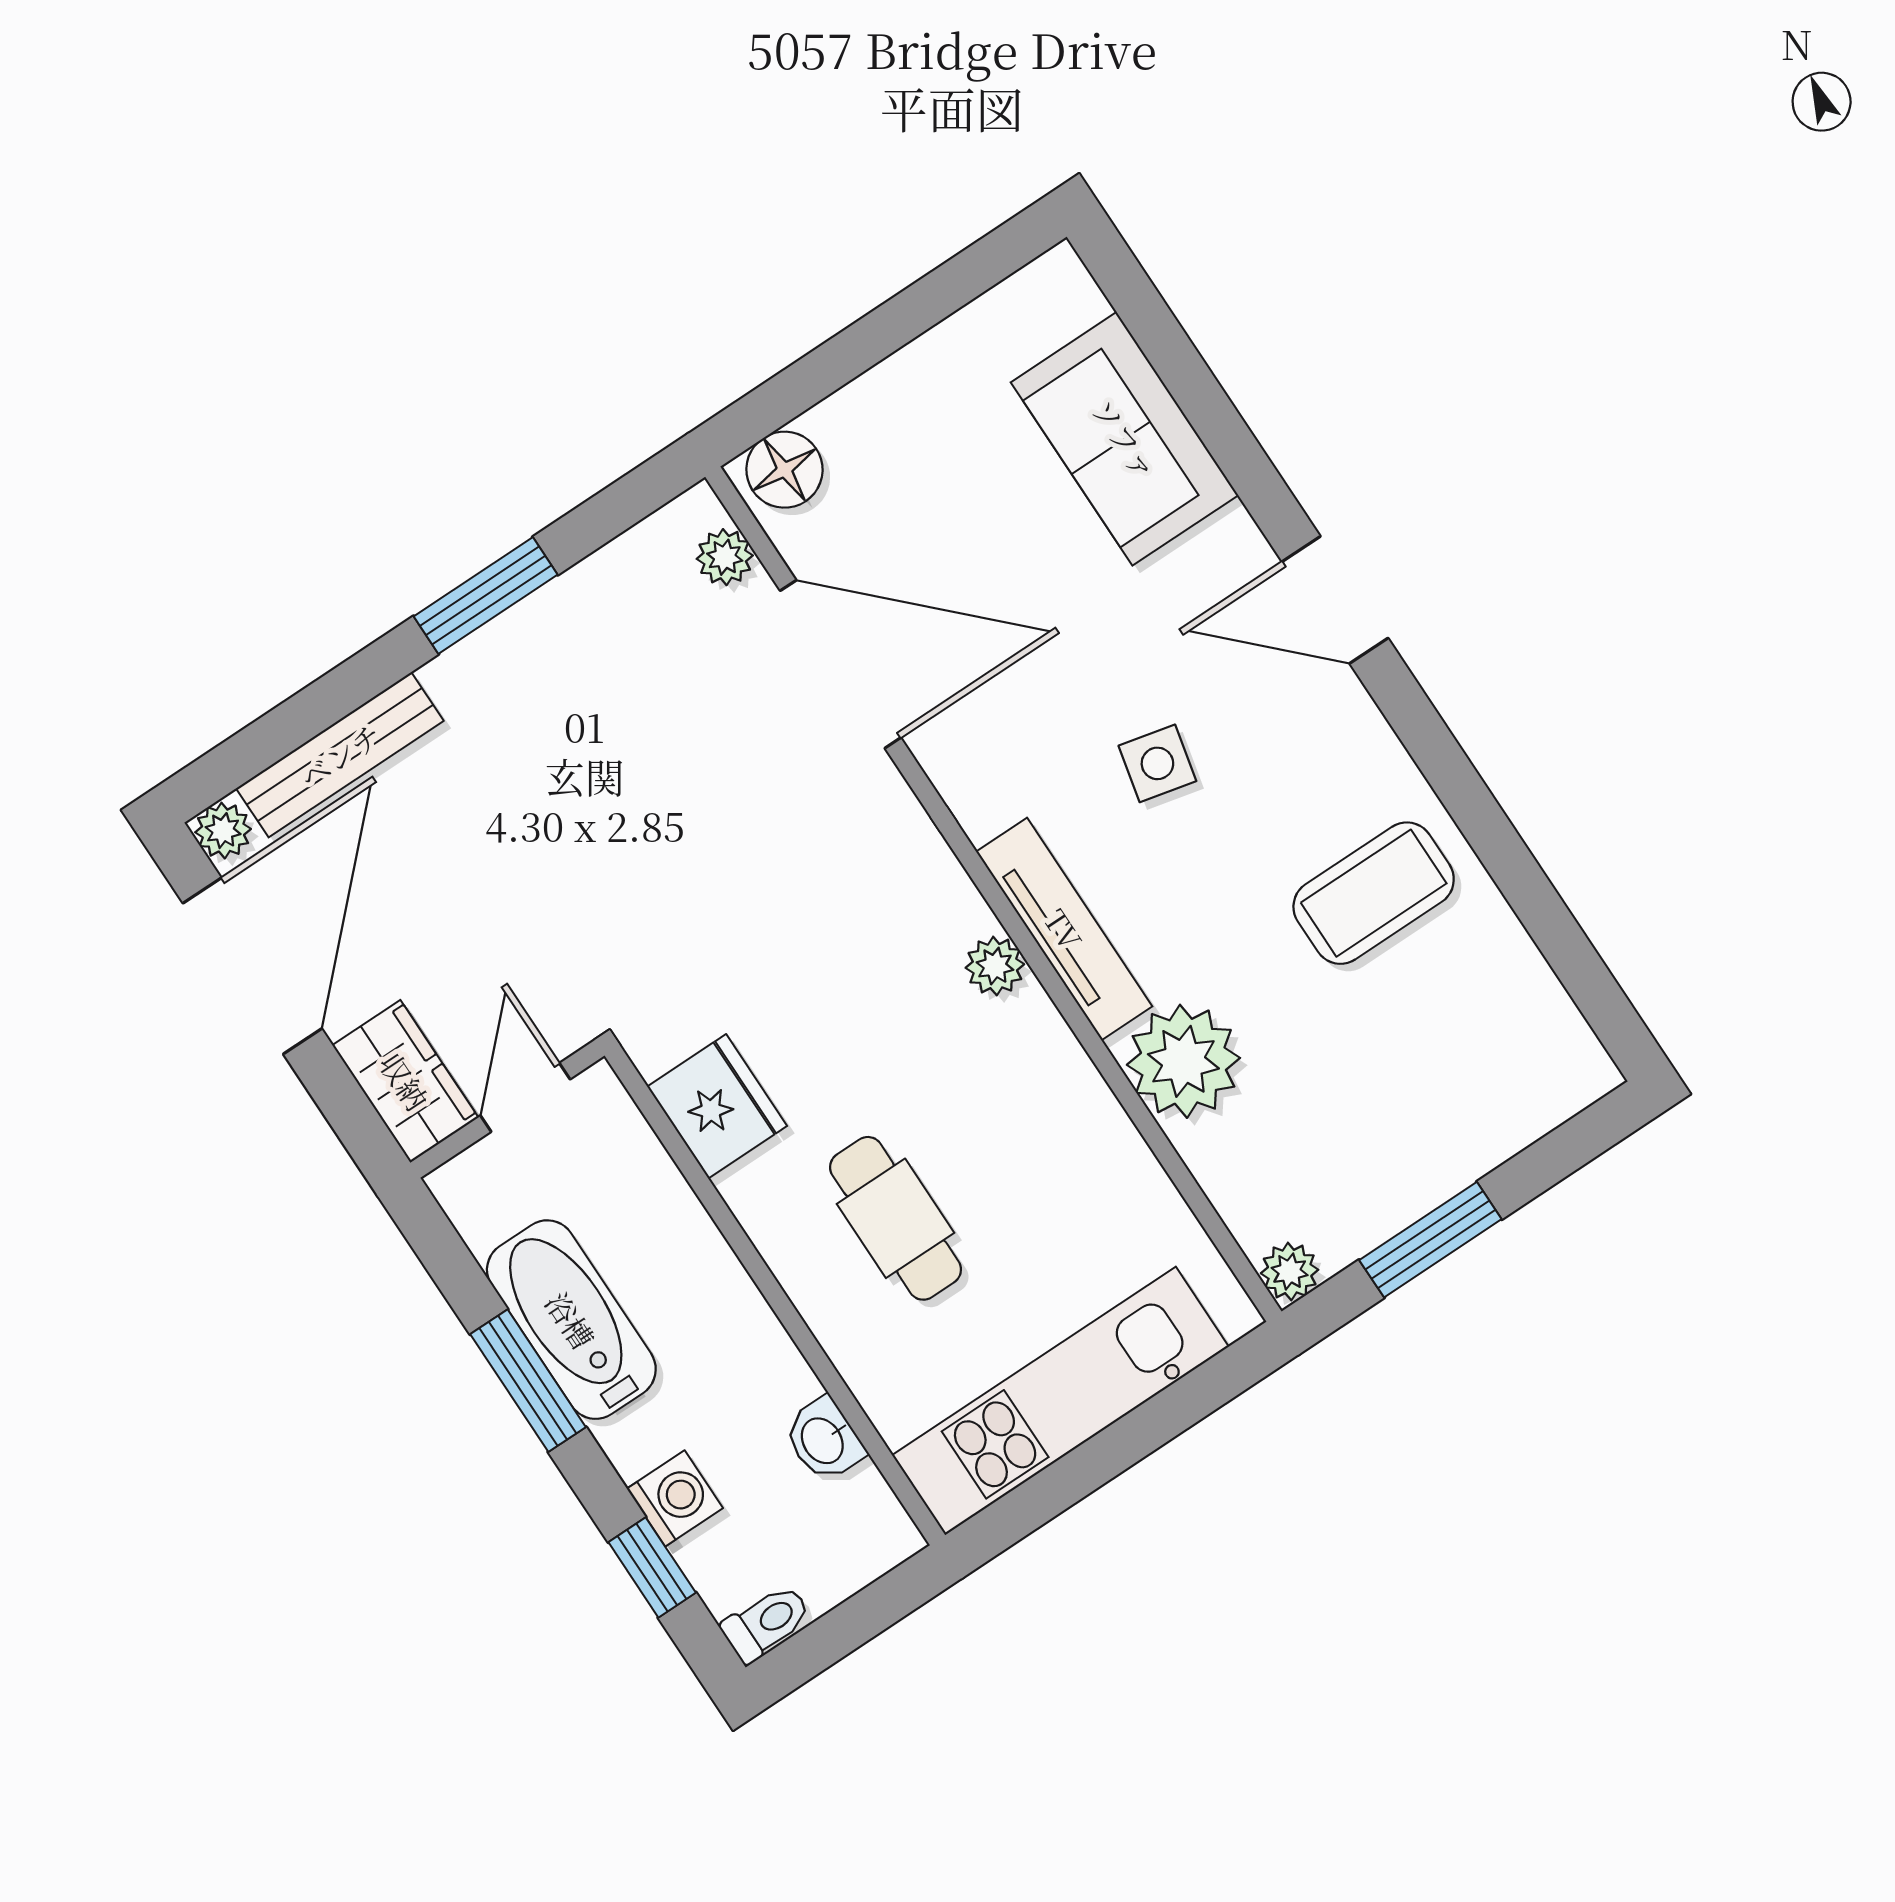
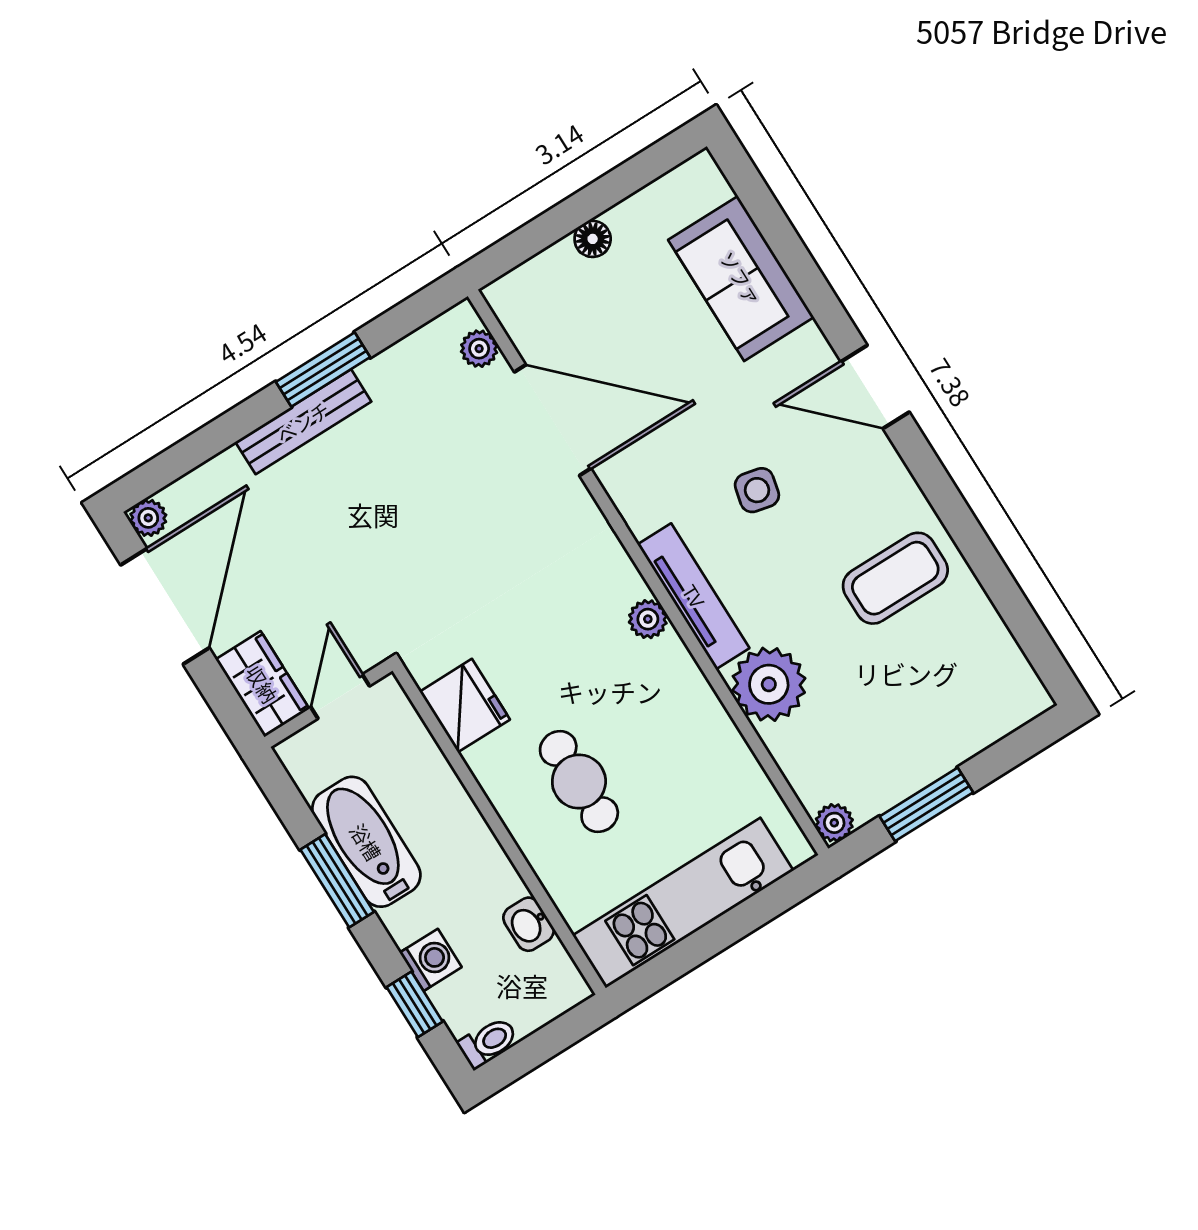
floor lamp: (784, 470) -> (593, 239), moved, width x0.73, depth x0.73
bench: (340, 755) -> (303, 422), moved

